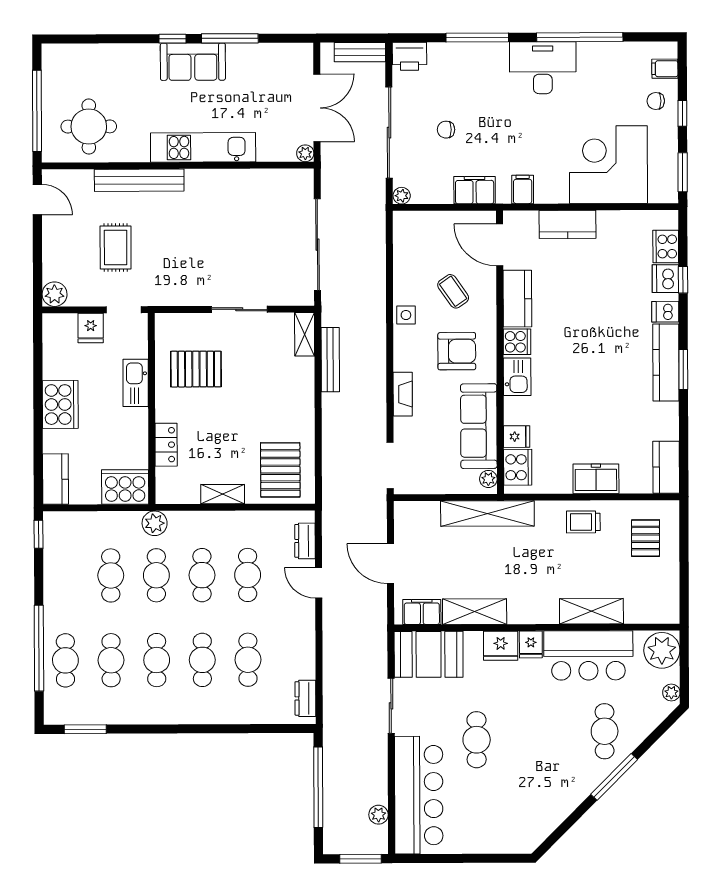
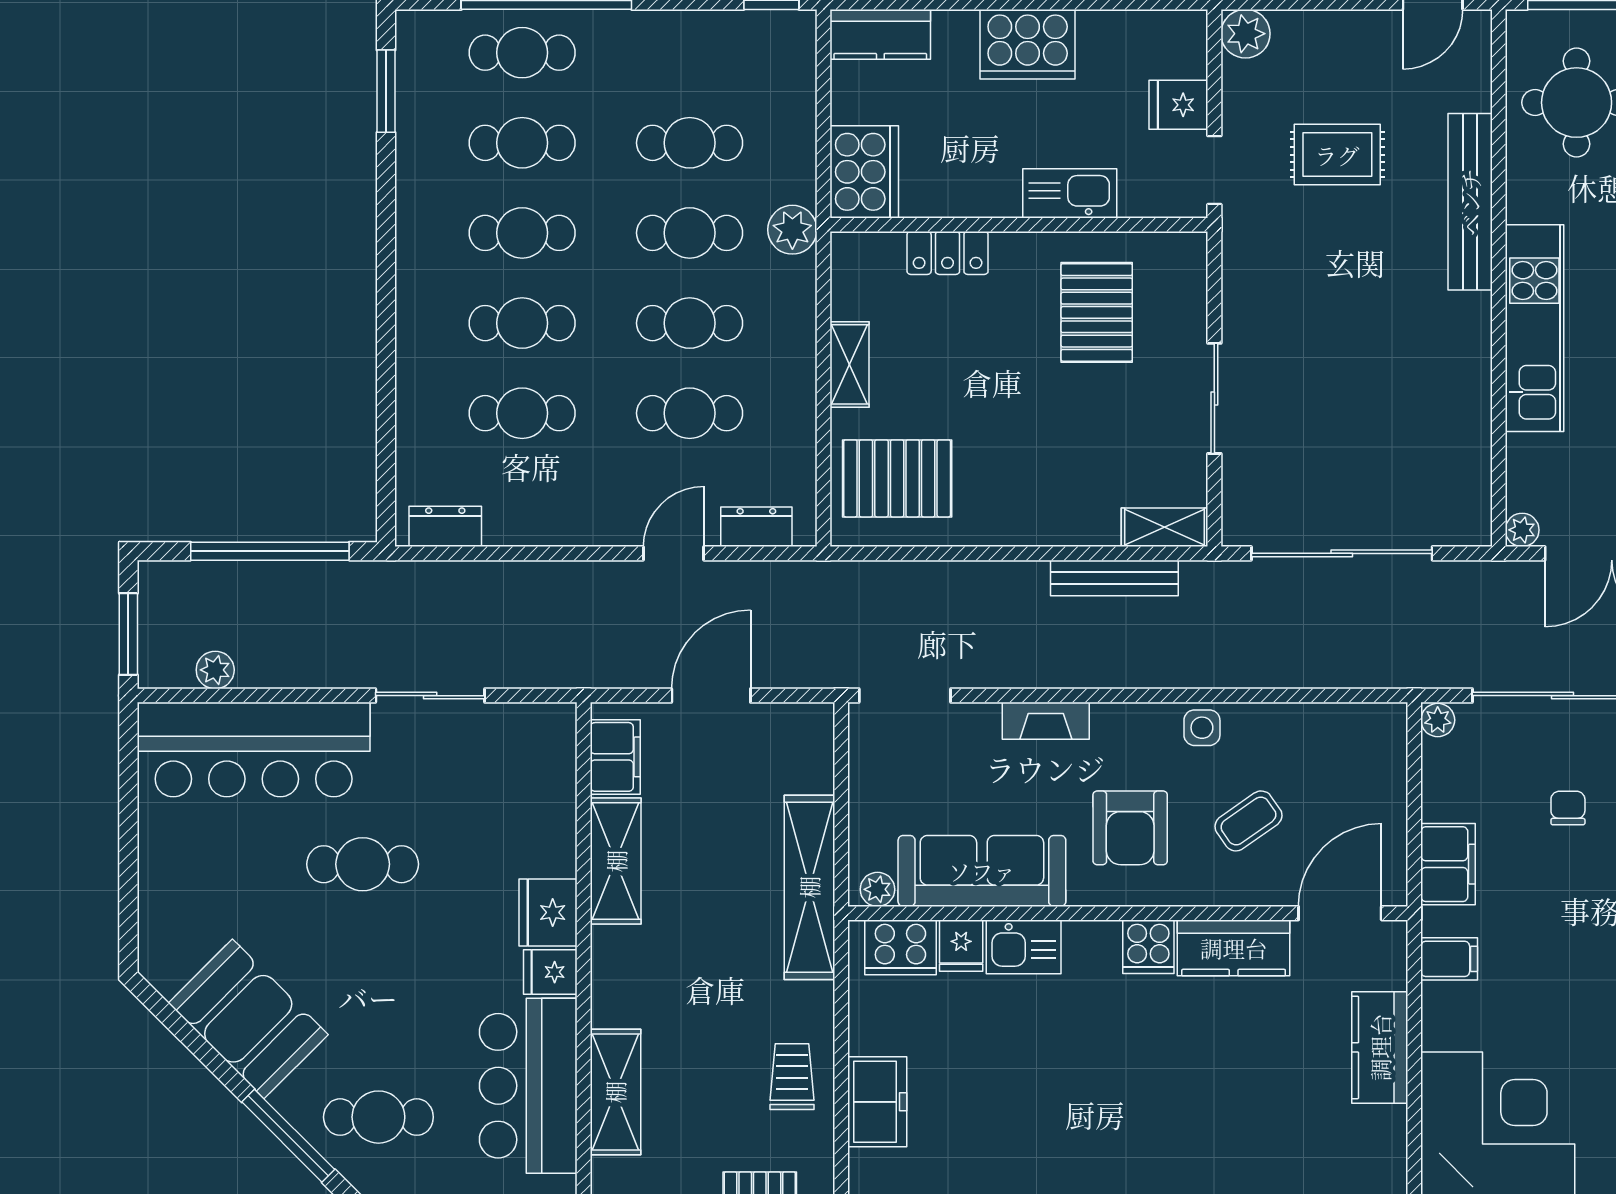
kitchen sink: (517, 377) -> (1024, 947), moved
booth: (429, 654) -> (248, 1019), moved, turned -45

